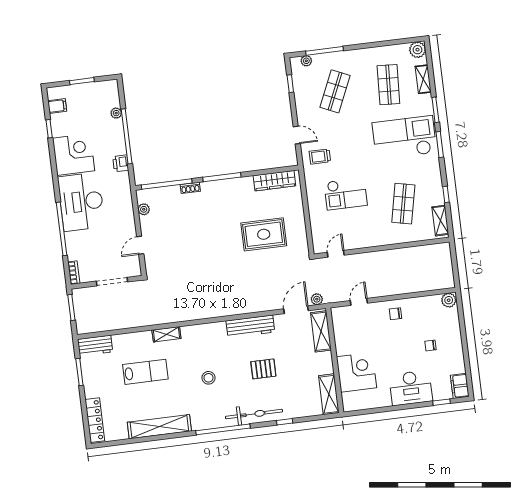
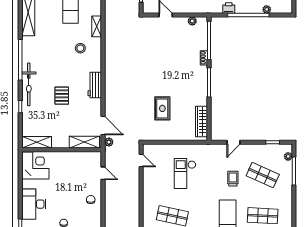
trolley: (320, 156) -> (233, 179), moved
rug: (264, 234) -> (162, 108), width x0.73, depth x0.70
workbench: (250, 326) -> (95, 85), width x0.73
corner desk: (356, 372) -> (35, 166), moved, turned -90
stool: (208, 378) -> (80, 48), moved

